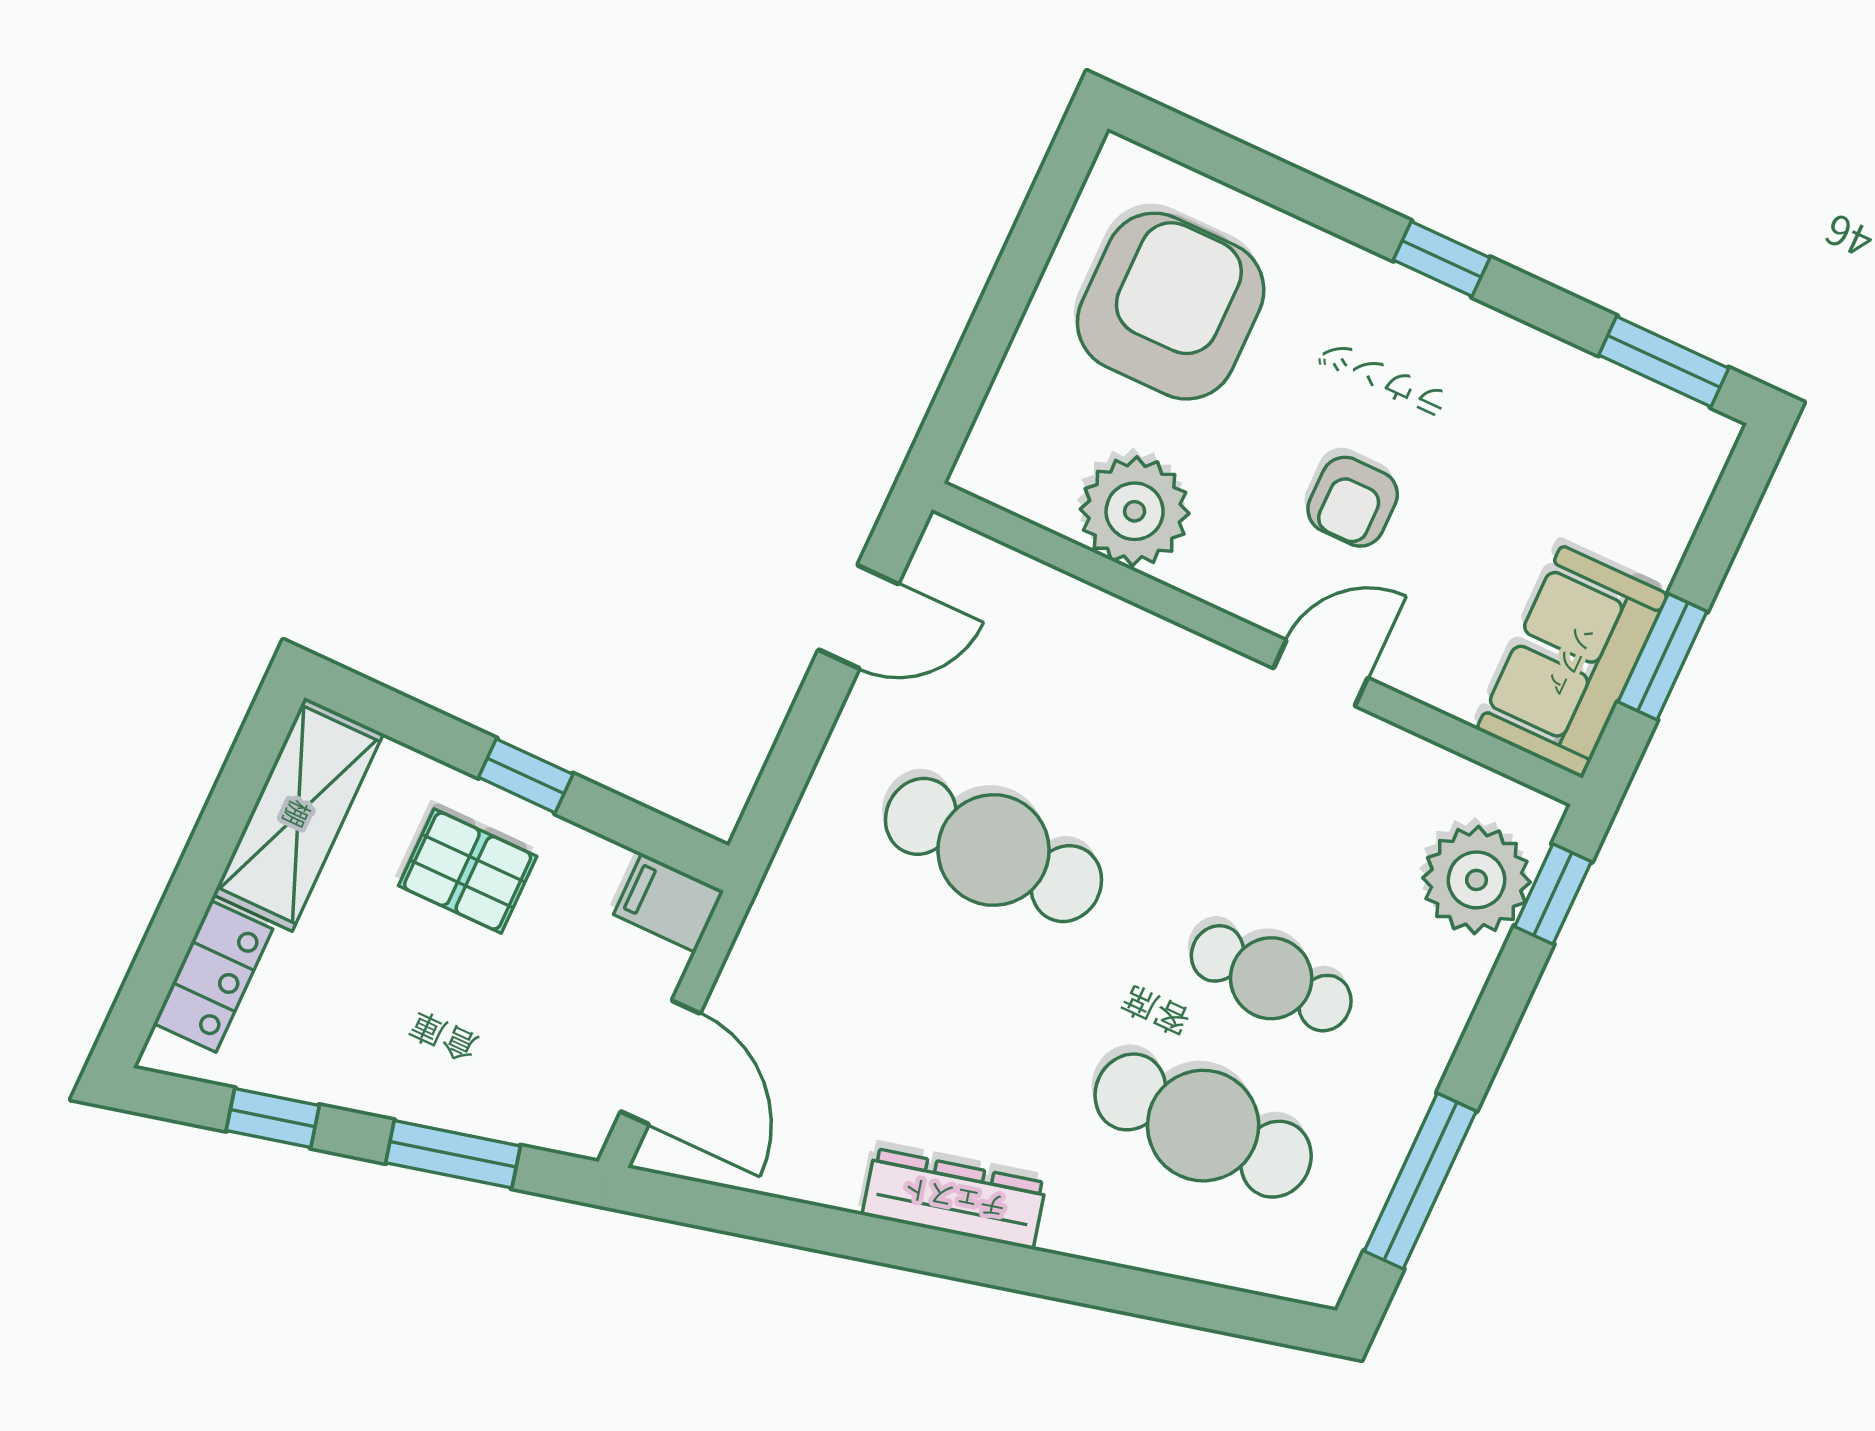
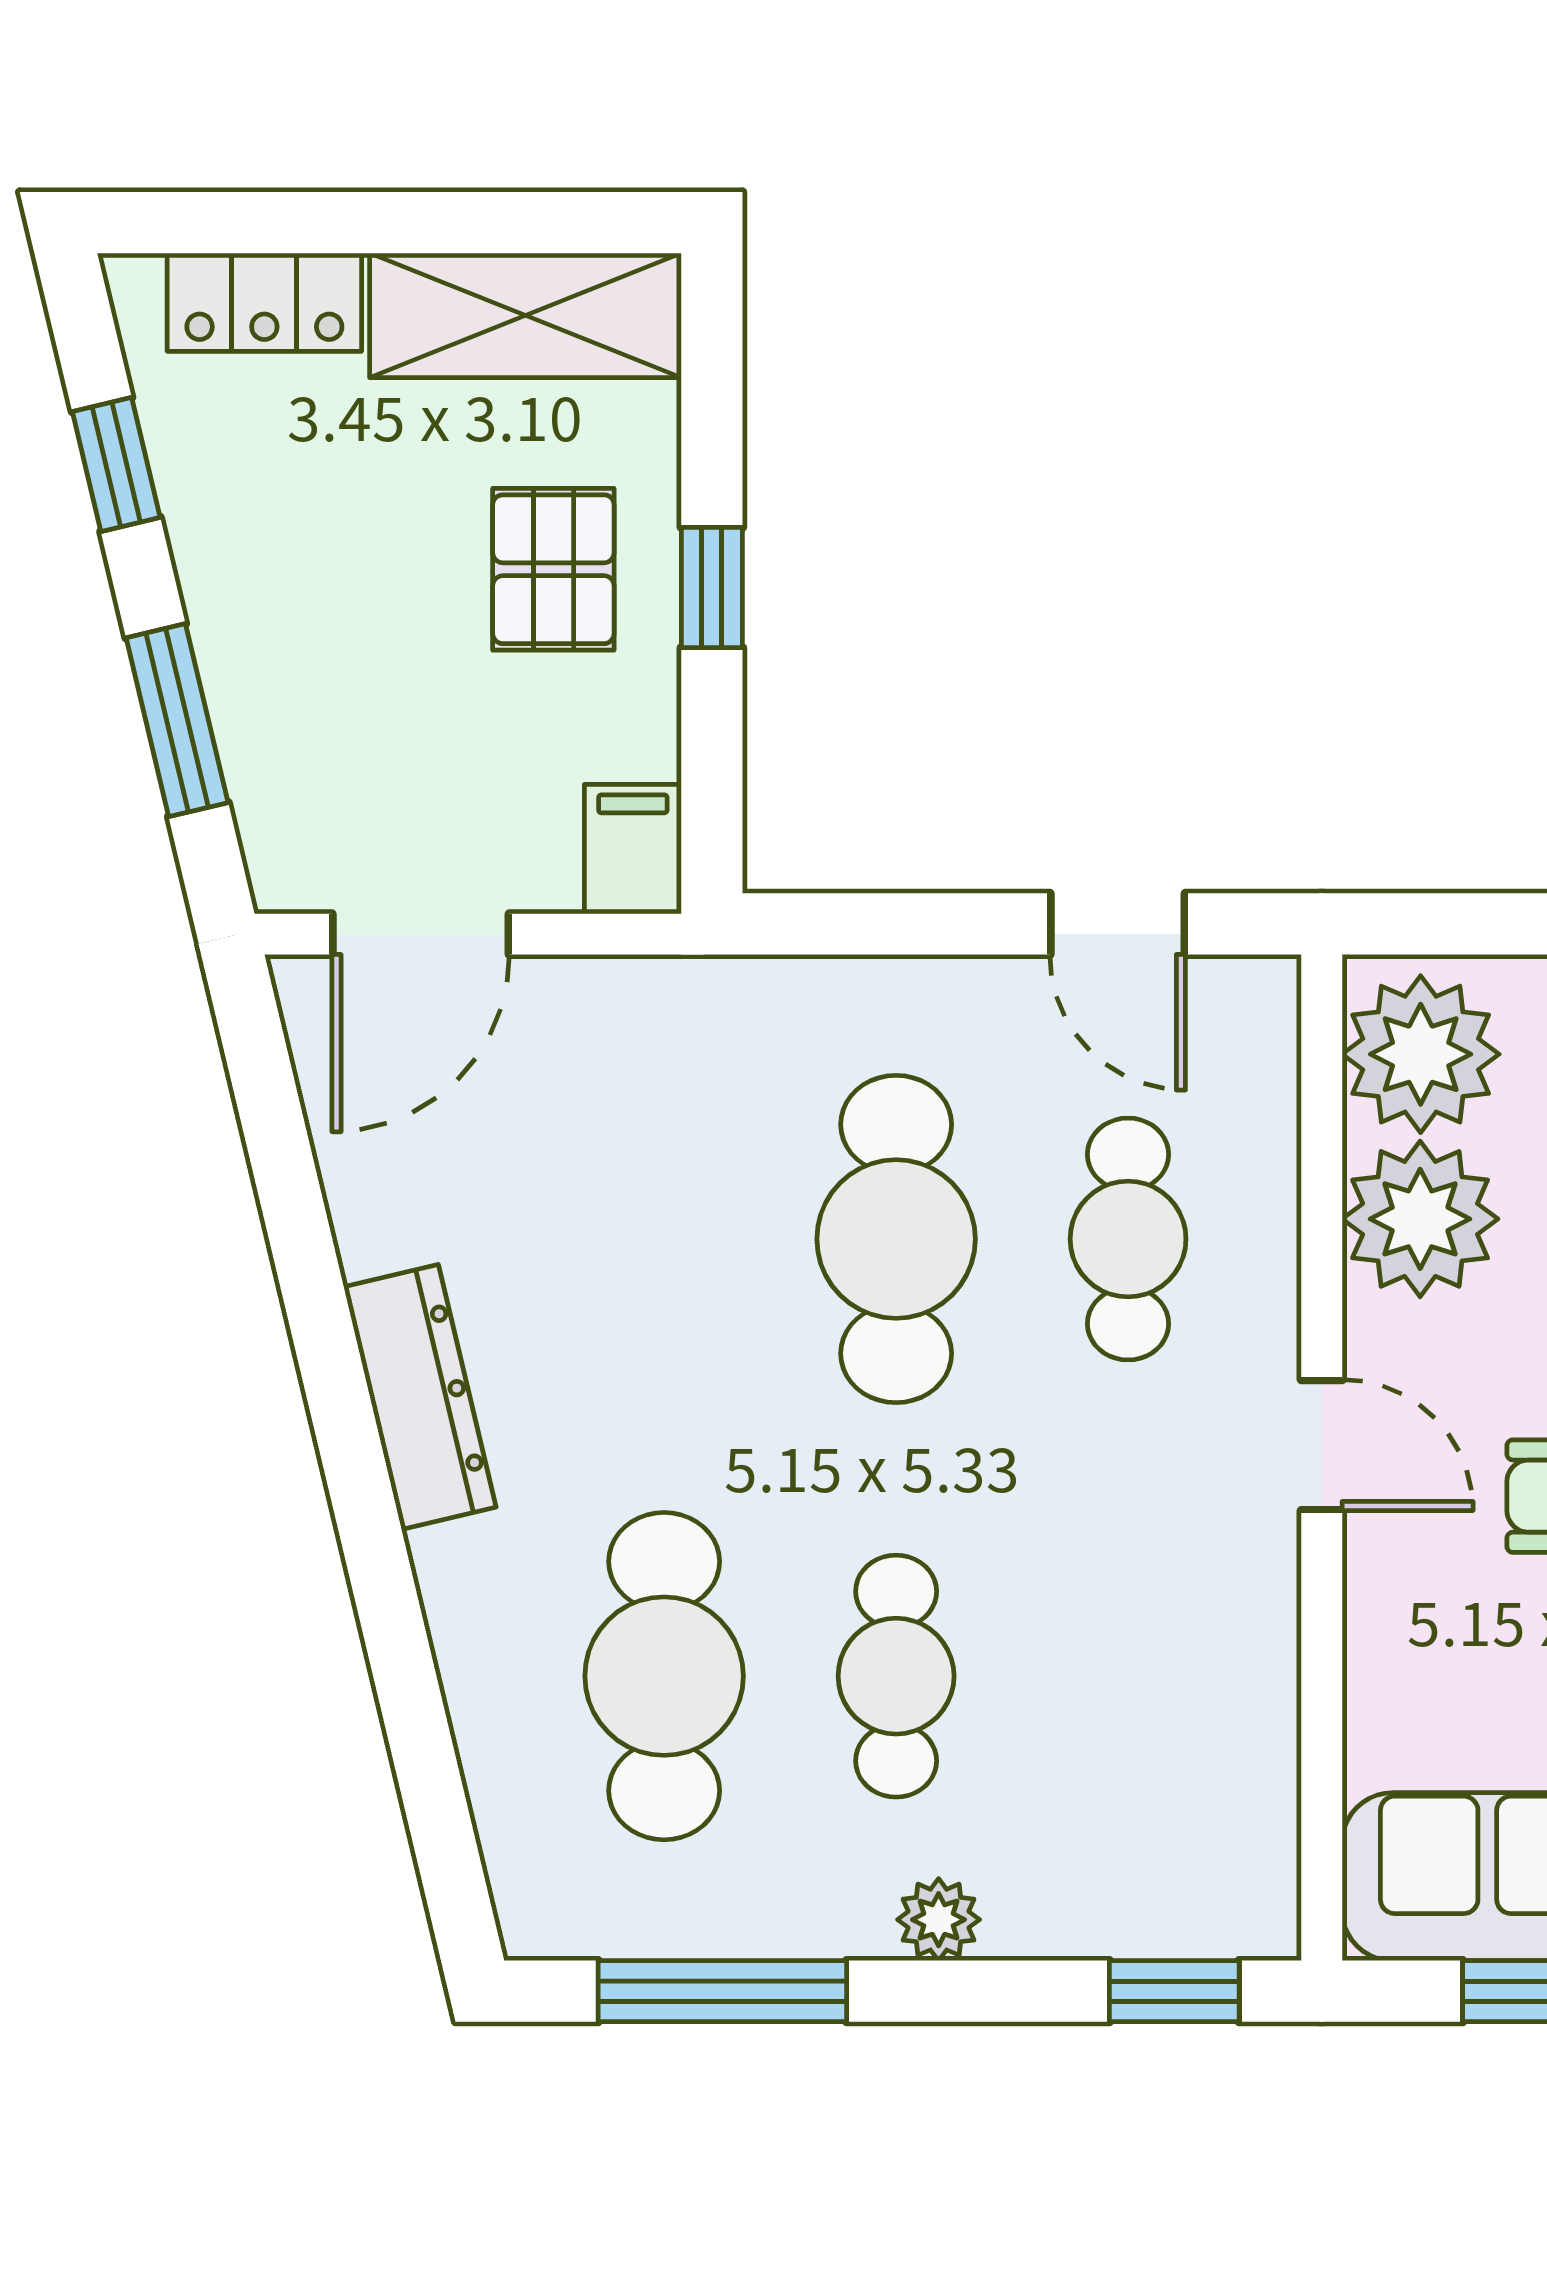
plant: (1030, 463) -> (1421, 1054), added
door: (1321, 673) -> (1322, 1445), moved
cafe table: (1062, 703) -> (1128, 1239), added
plant: (1477, 880) -> (939, 1920), moved, width x0.53, depth x0.53

